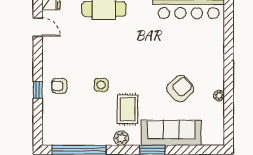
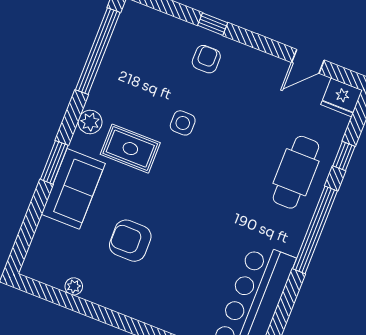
armchair: (180, 89) -> (130, 241), turned 133
plant: (219, 96) -> (74, 286), moved
sofa: (171, 133) -> (73, 189), width x0.73

